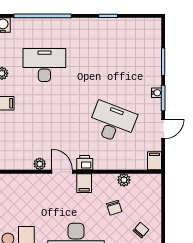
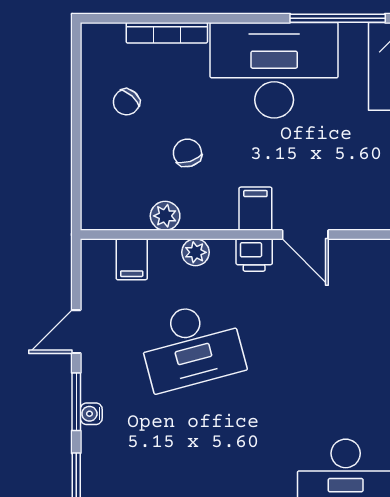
desk: (112, 123) -> (191, 346), turned -36
filing cabinet: (155, 161) -> (132, 259), moved
plant: (40, 164) -> (195, 252), moved

